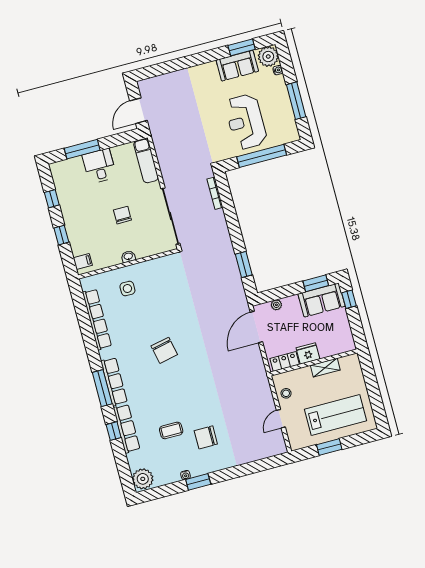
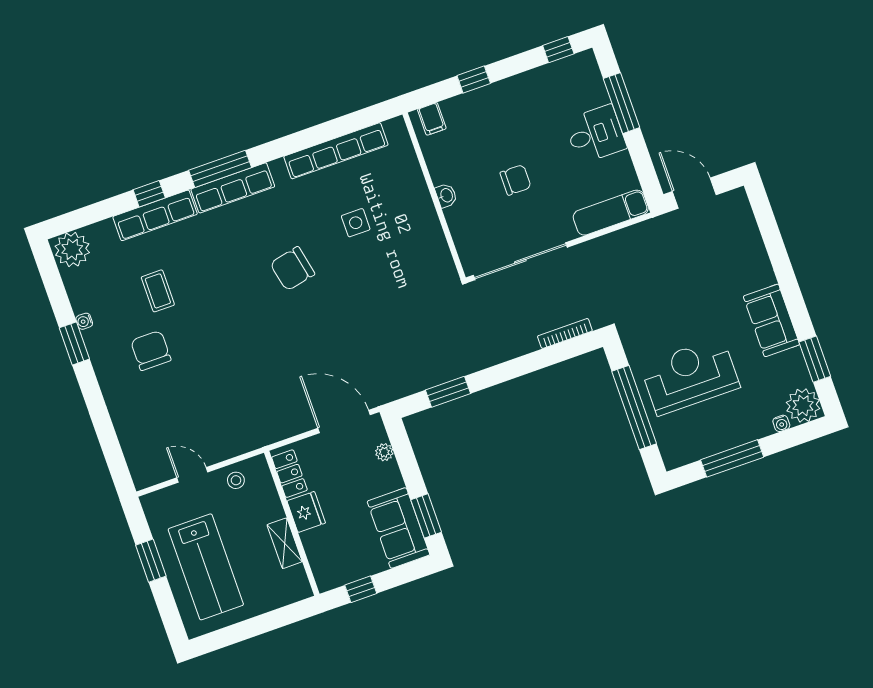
sofa: (237, 66) -> (771, 320), moved
window: (52, 199) -> (558, 50), moved
side table: (127, 289) -> (356, 223), moved
window: (349, 299) -> (361, 589), moved

